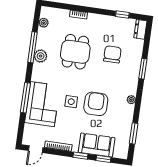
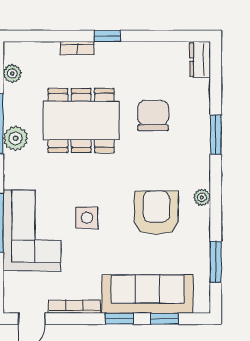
window: (122, 14) -> (107, 36), moved
dining table: (75, 52) -> (81, 120), width x1.38
armchair: (96, 104) -> (156, 213), moved
sofa: (97, 145) -> (148, 294), width x1.36

